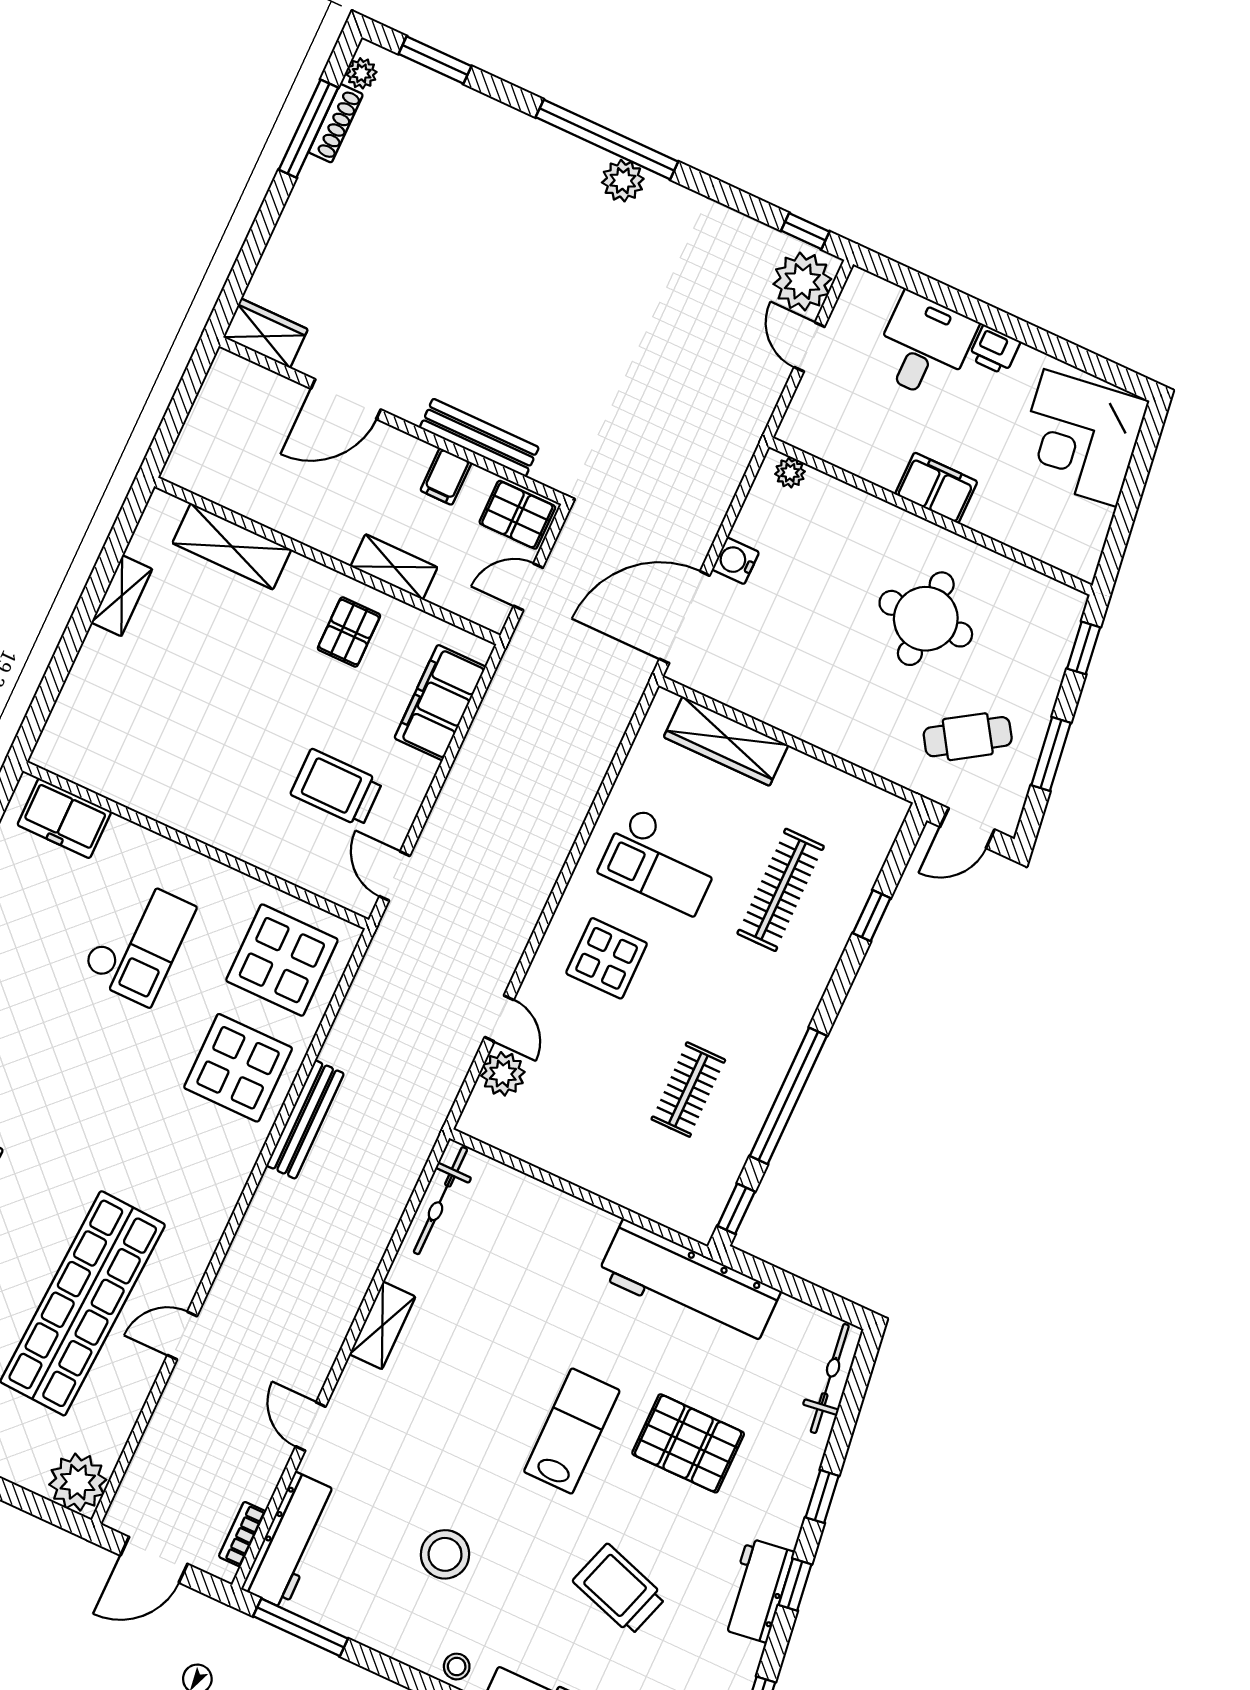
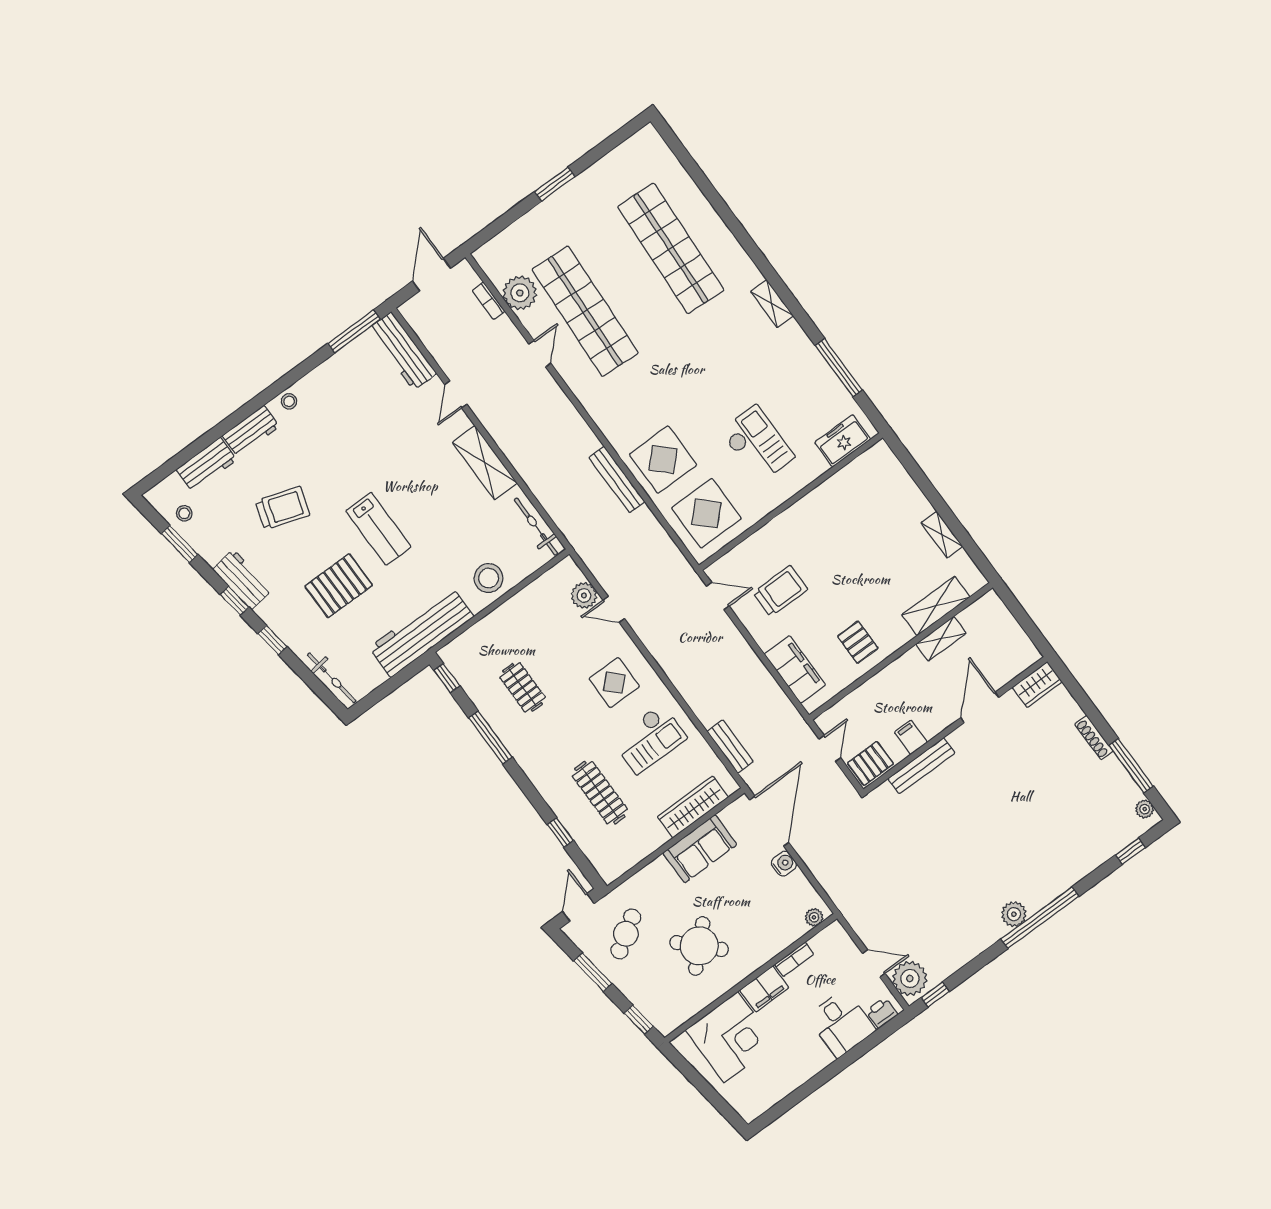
window: (435, 60) -> (1130, 851), width x0.67
shoe rack: (336, 123) -> (1094, 738), moved
printer: (994, 350) -> (882, 1013), moved
corner desk: (1080, 438) -> (731, 1037), moved, turned 98
bookcase: (868, 468) -> (794, 959), added
shelving: (394, 567) -> (941, 639), moved
round table: (926, 619) -> (699, 946), turned 45
sofa: (782, 697) -> (700, 849), added
bench: (606, 735) -> (730, 746), added
checkout: (661, 861) -> (649, 739), turned 180
checkout: (138, 941) -> (757, 444), turned 180
window: (788, 1096) -> (491, 738), width x0.68
shelving: (382, 1325) -> (485, 463), width x1.50, depth x1.33
door: (311, 1426) -> (456, 394), swing flipped
plant: (78, 1482) -> (520, 293), moved
bookcase: (242, 1534) -> (489, 301), moved, turned 180
stool: (445, 1554) -> (489, 578), moved

